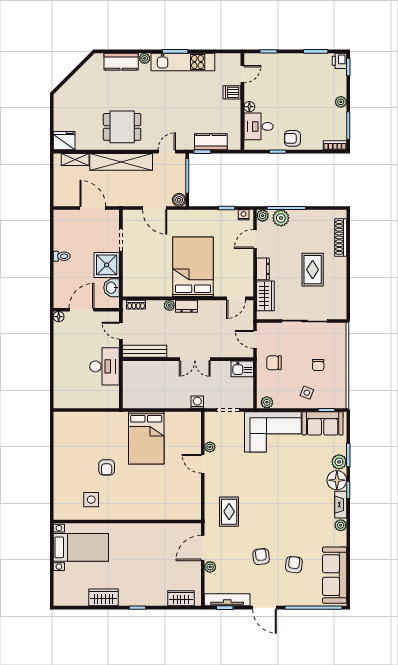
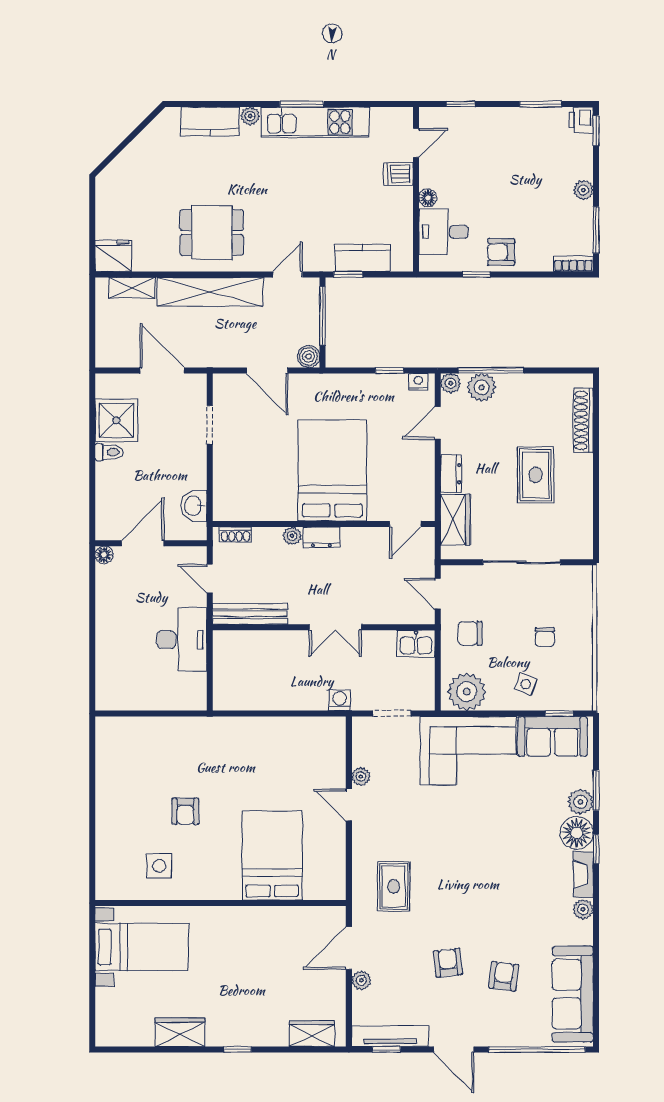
shower: (107, 265) -> (116, 420), moved
plant: (267, 402) -> (467, 692), width x1.88, depth x1.88
bed: (146, 438) -> (272, 856), moved, turned 180

